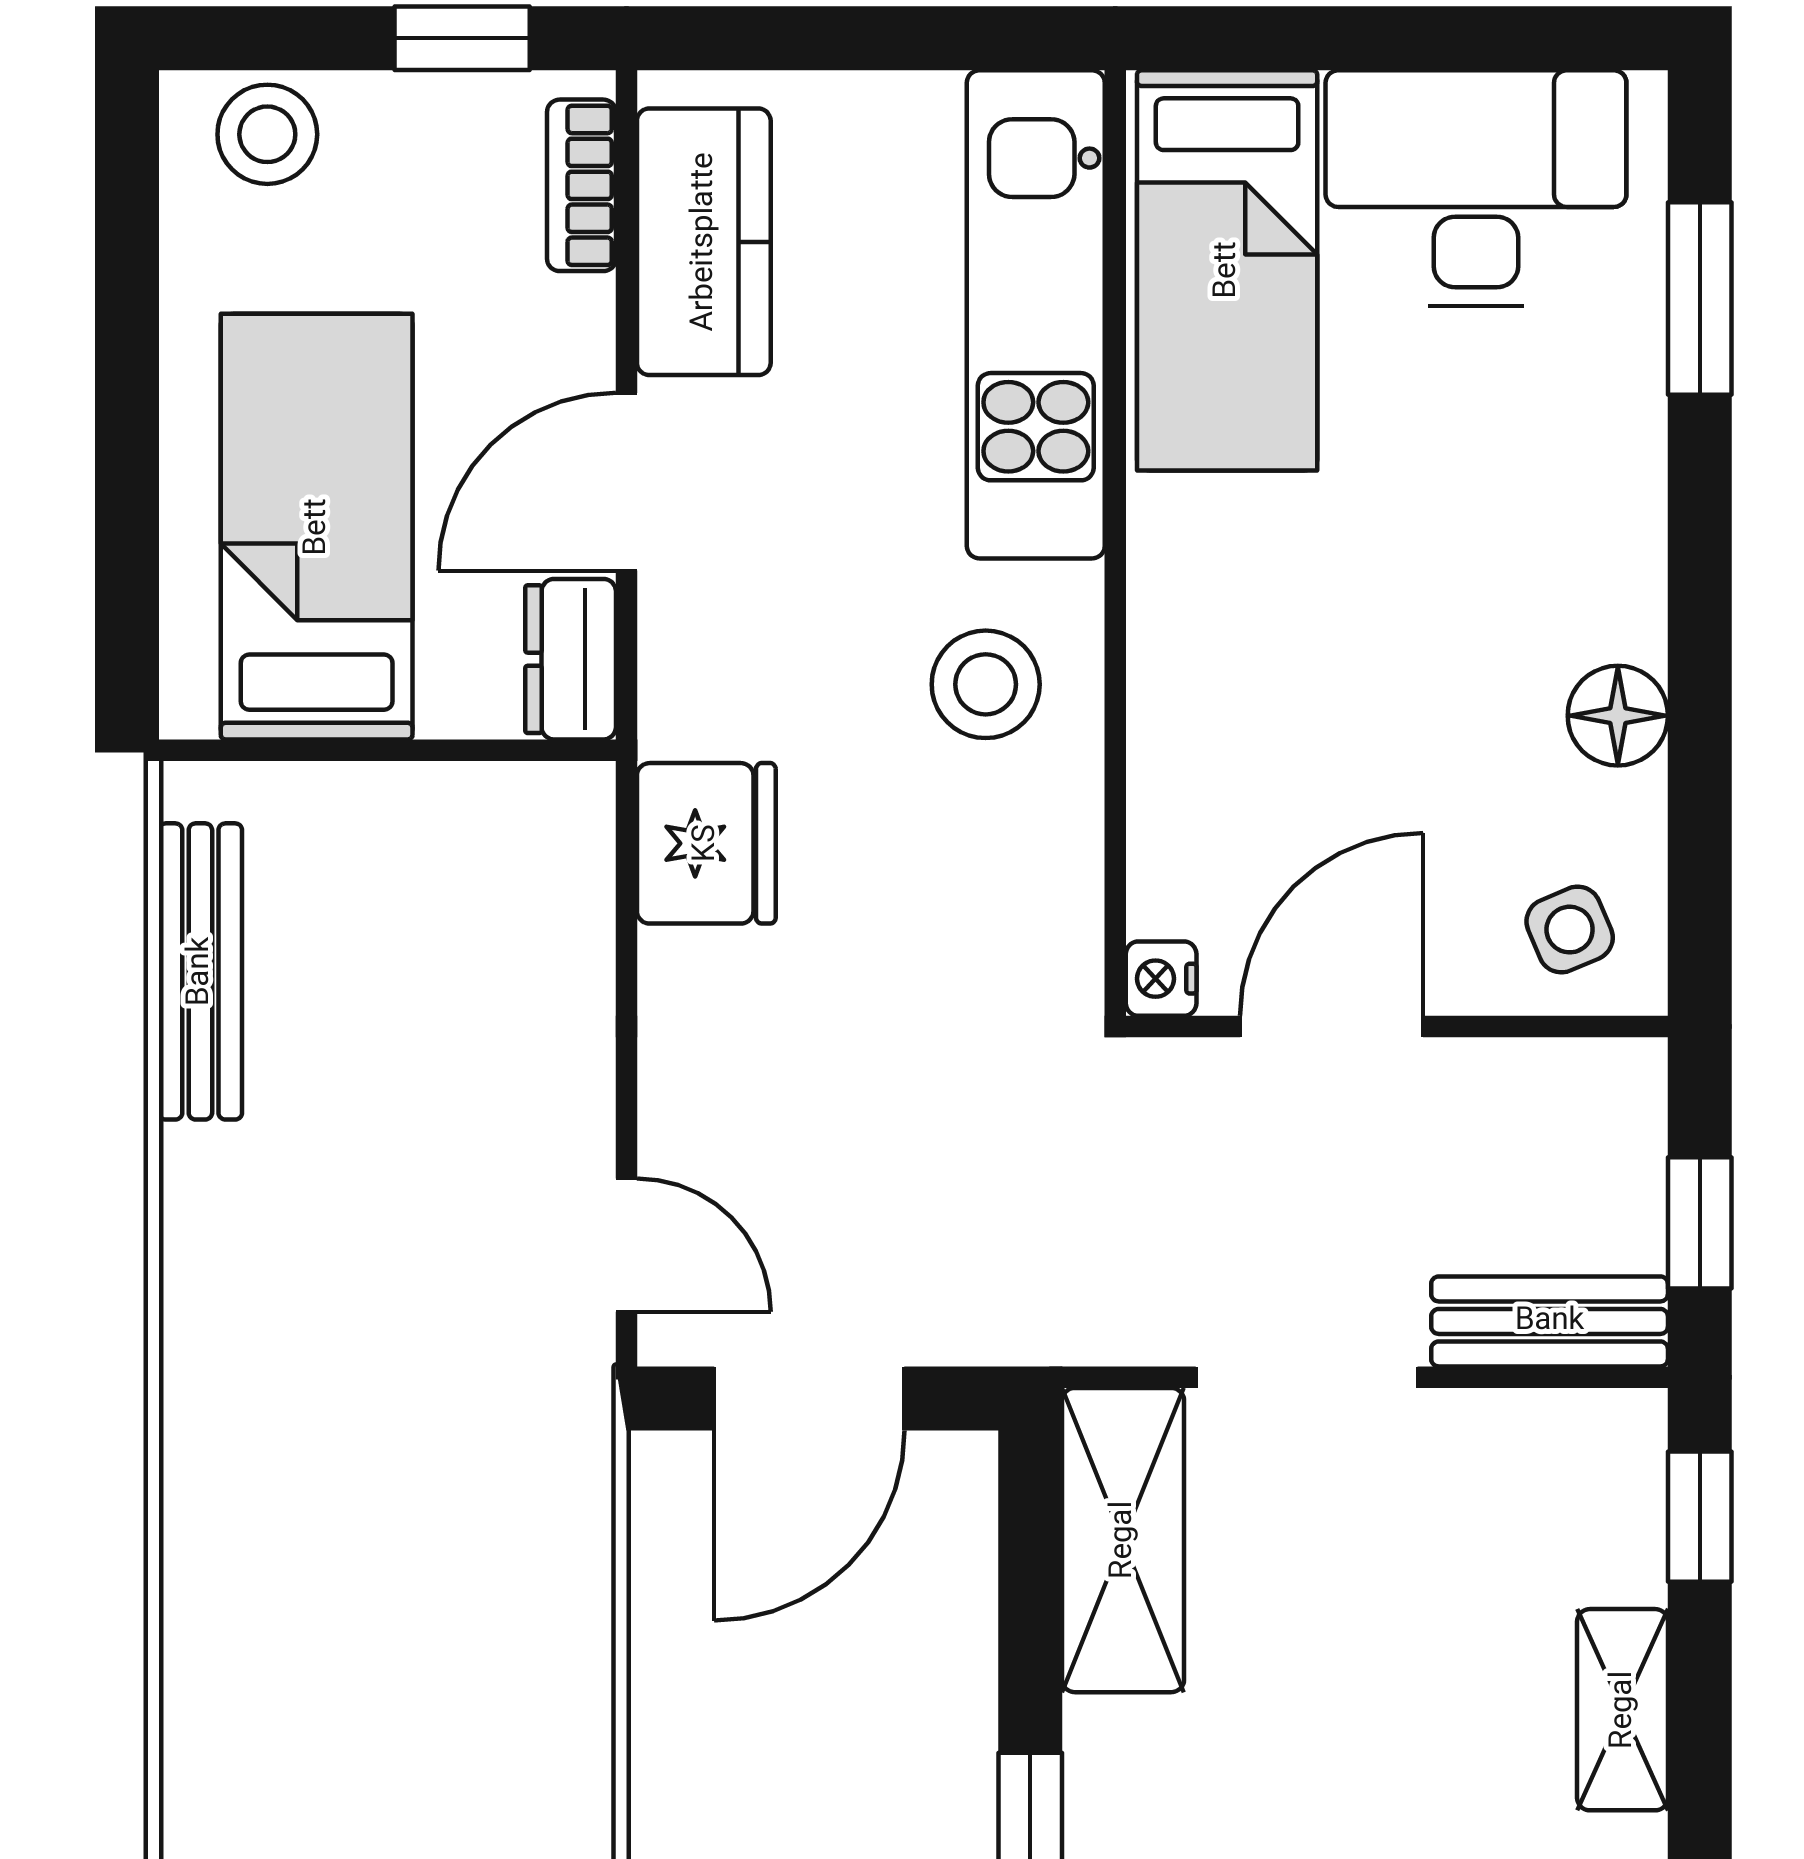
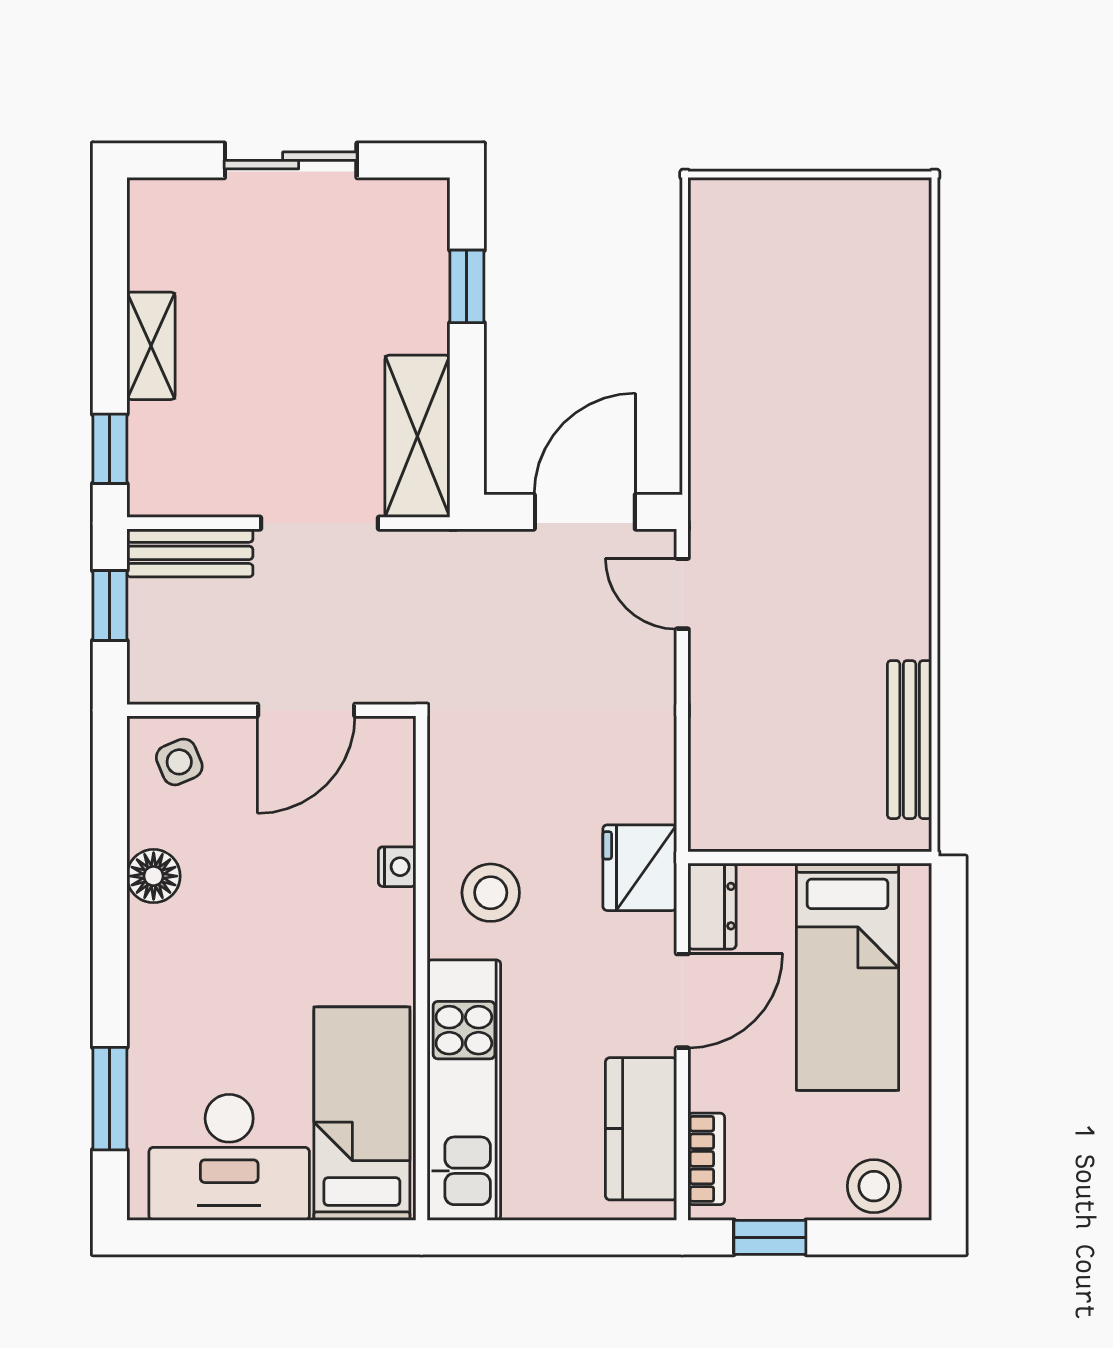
fridge: (706, 843) -> (640, 868), moved
nightstand: (1161, 979) -> (397, 867), moved

